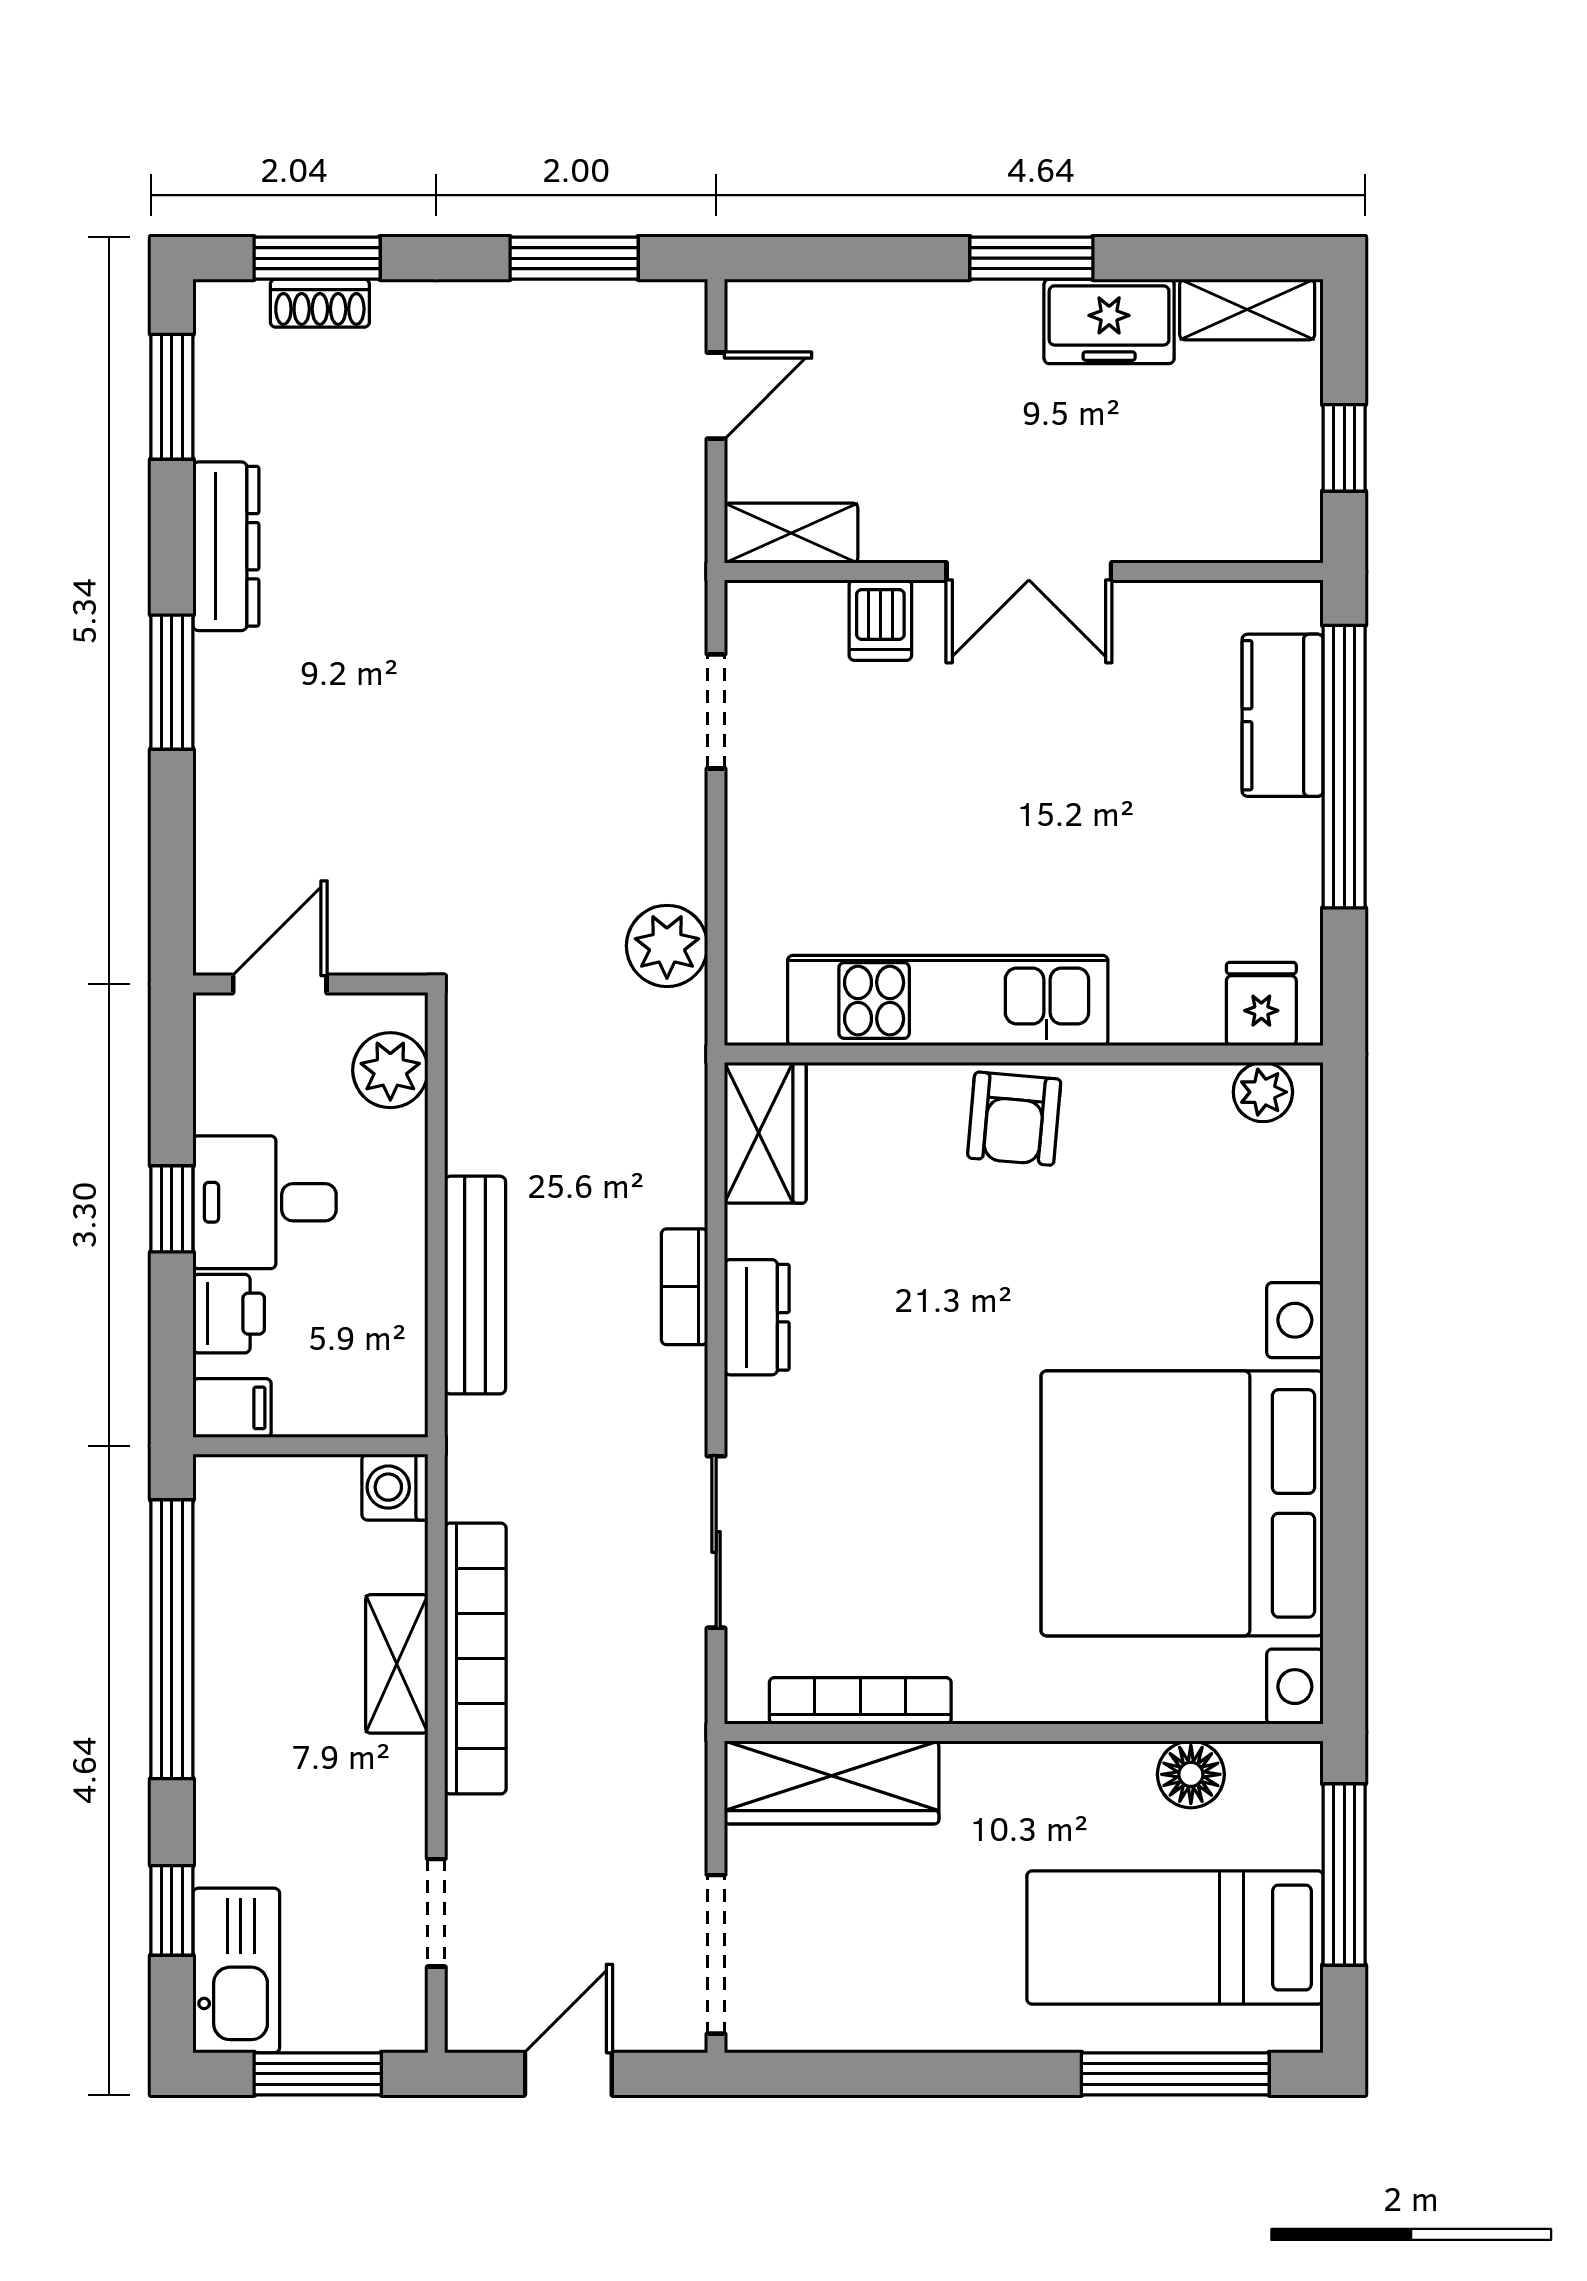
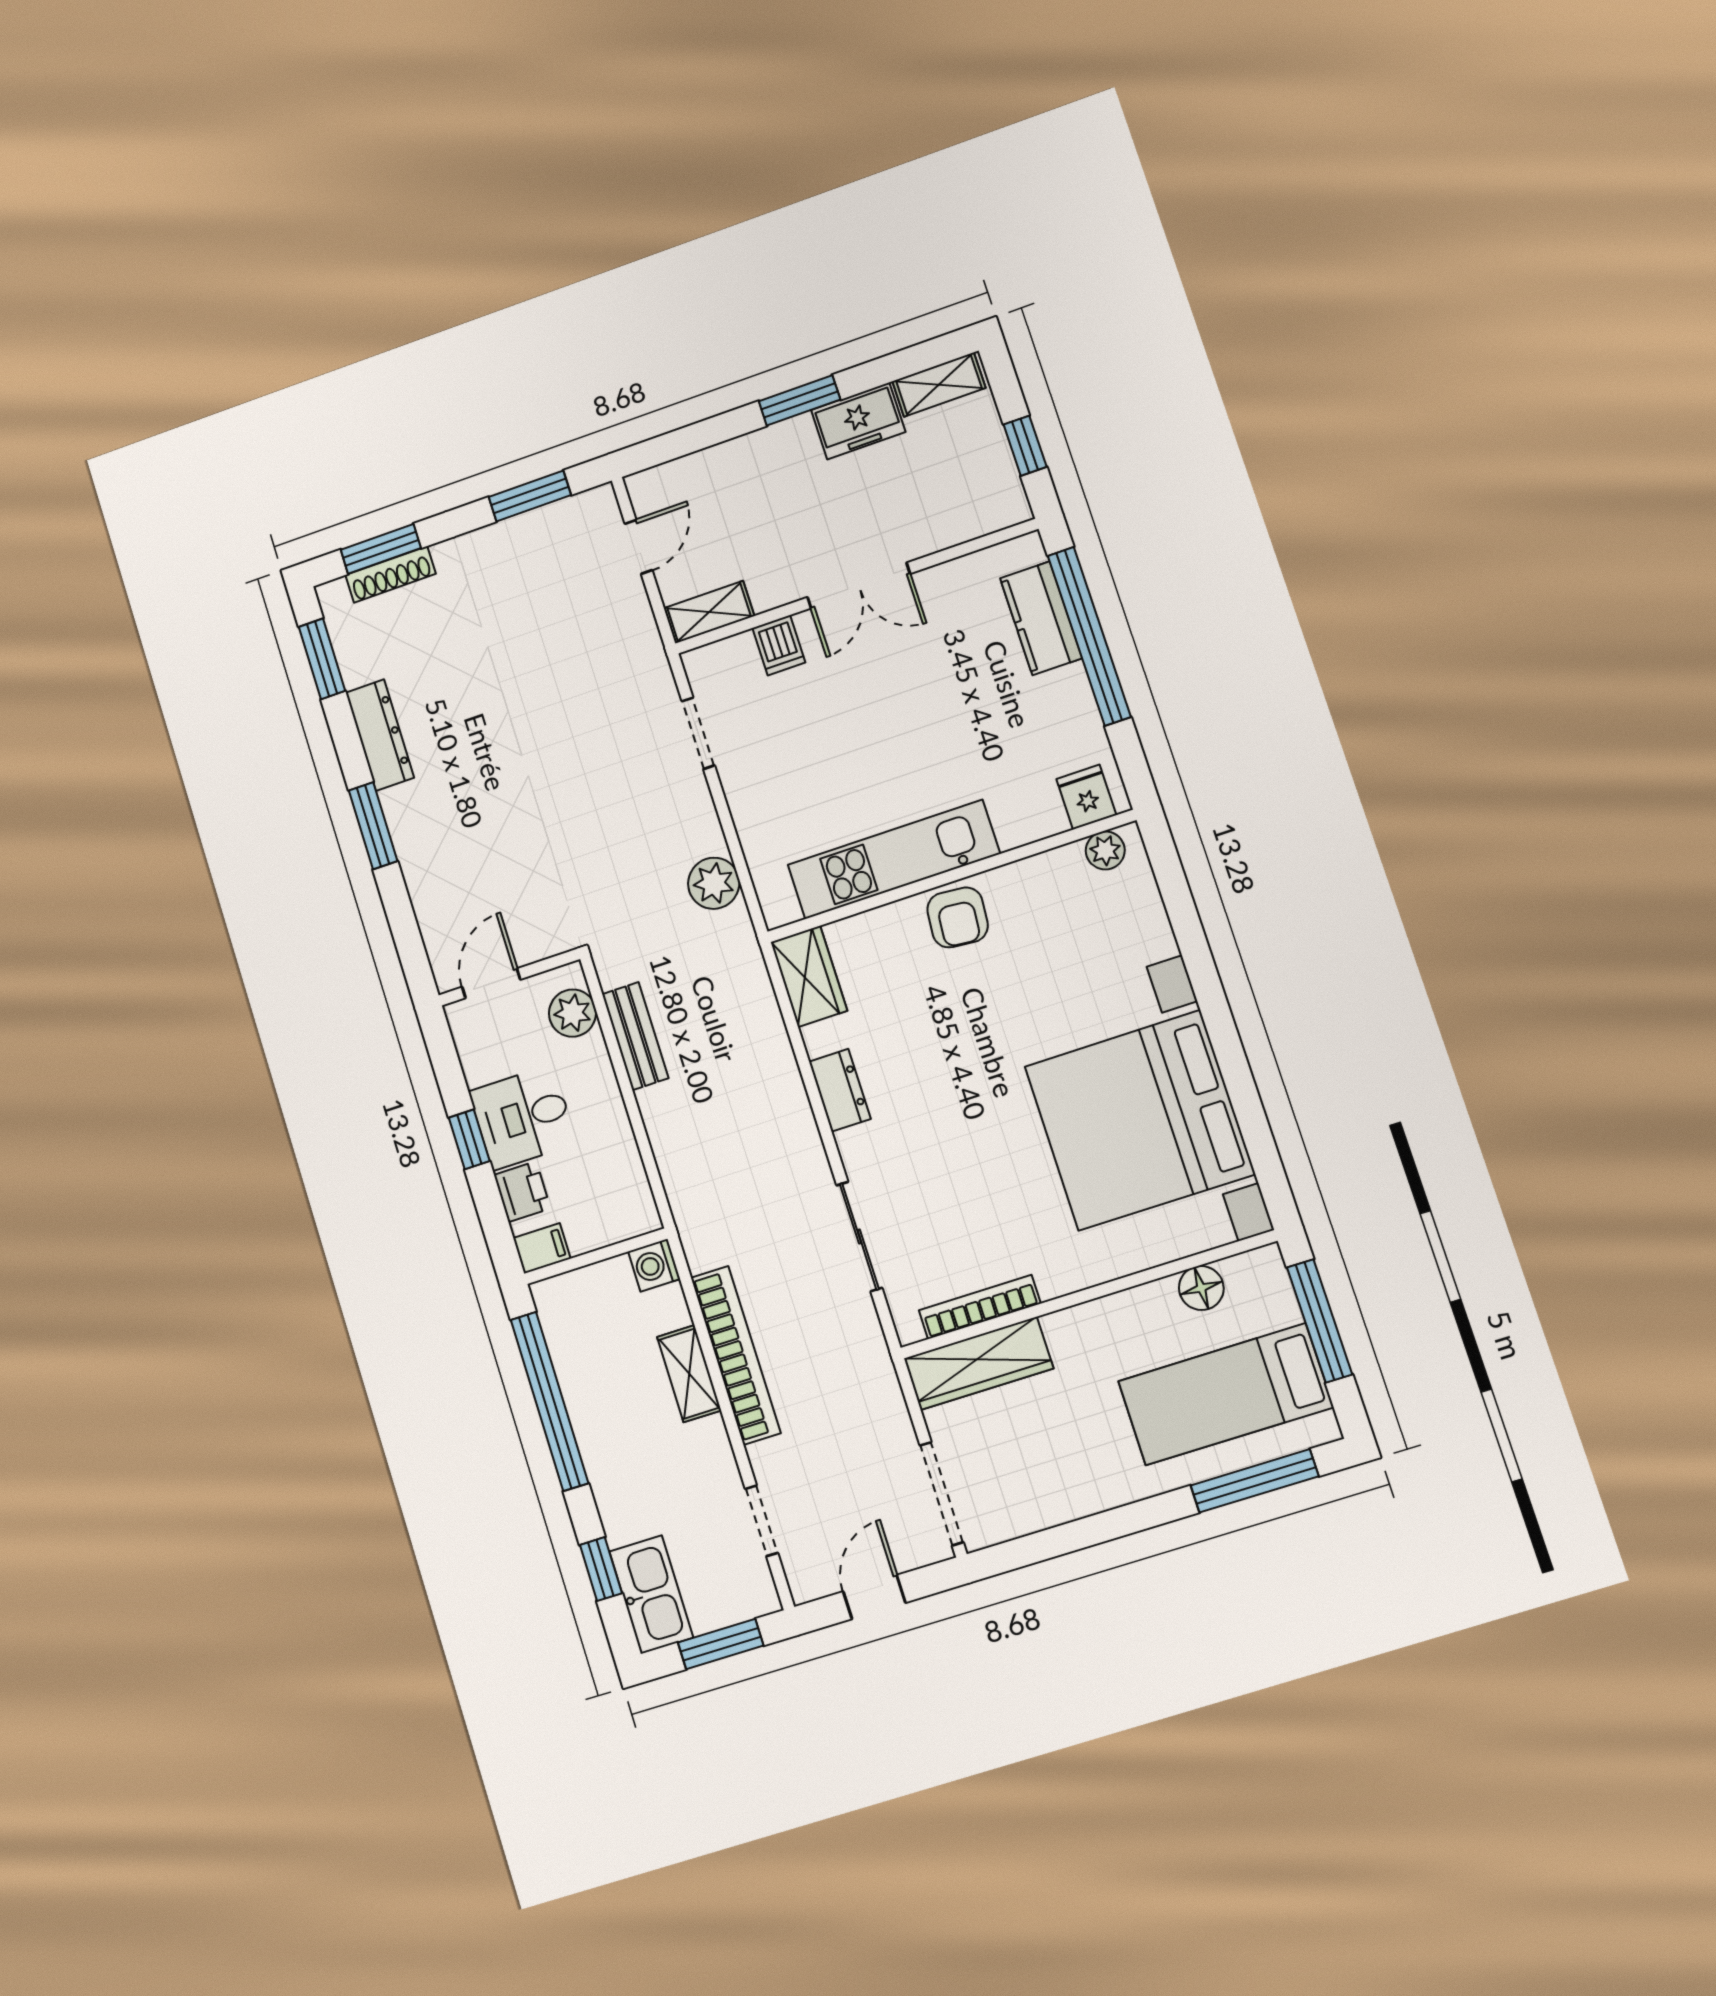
shoe rack: (320, 303) -> (390, 574), width x1.43
bench: (475, 1285) -> (635, 1036), moved, width x0.73
bookcase: (684, 1287) -> (790, 1086), removed

